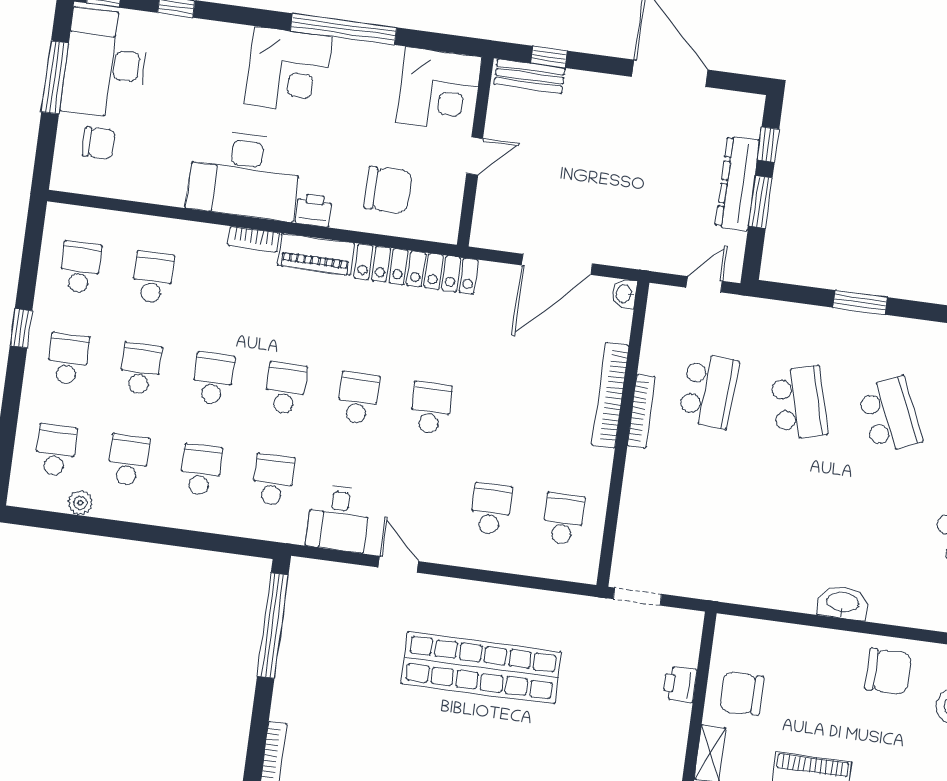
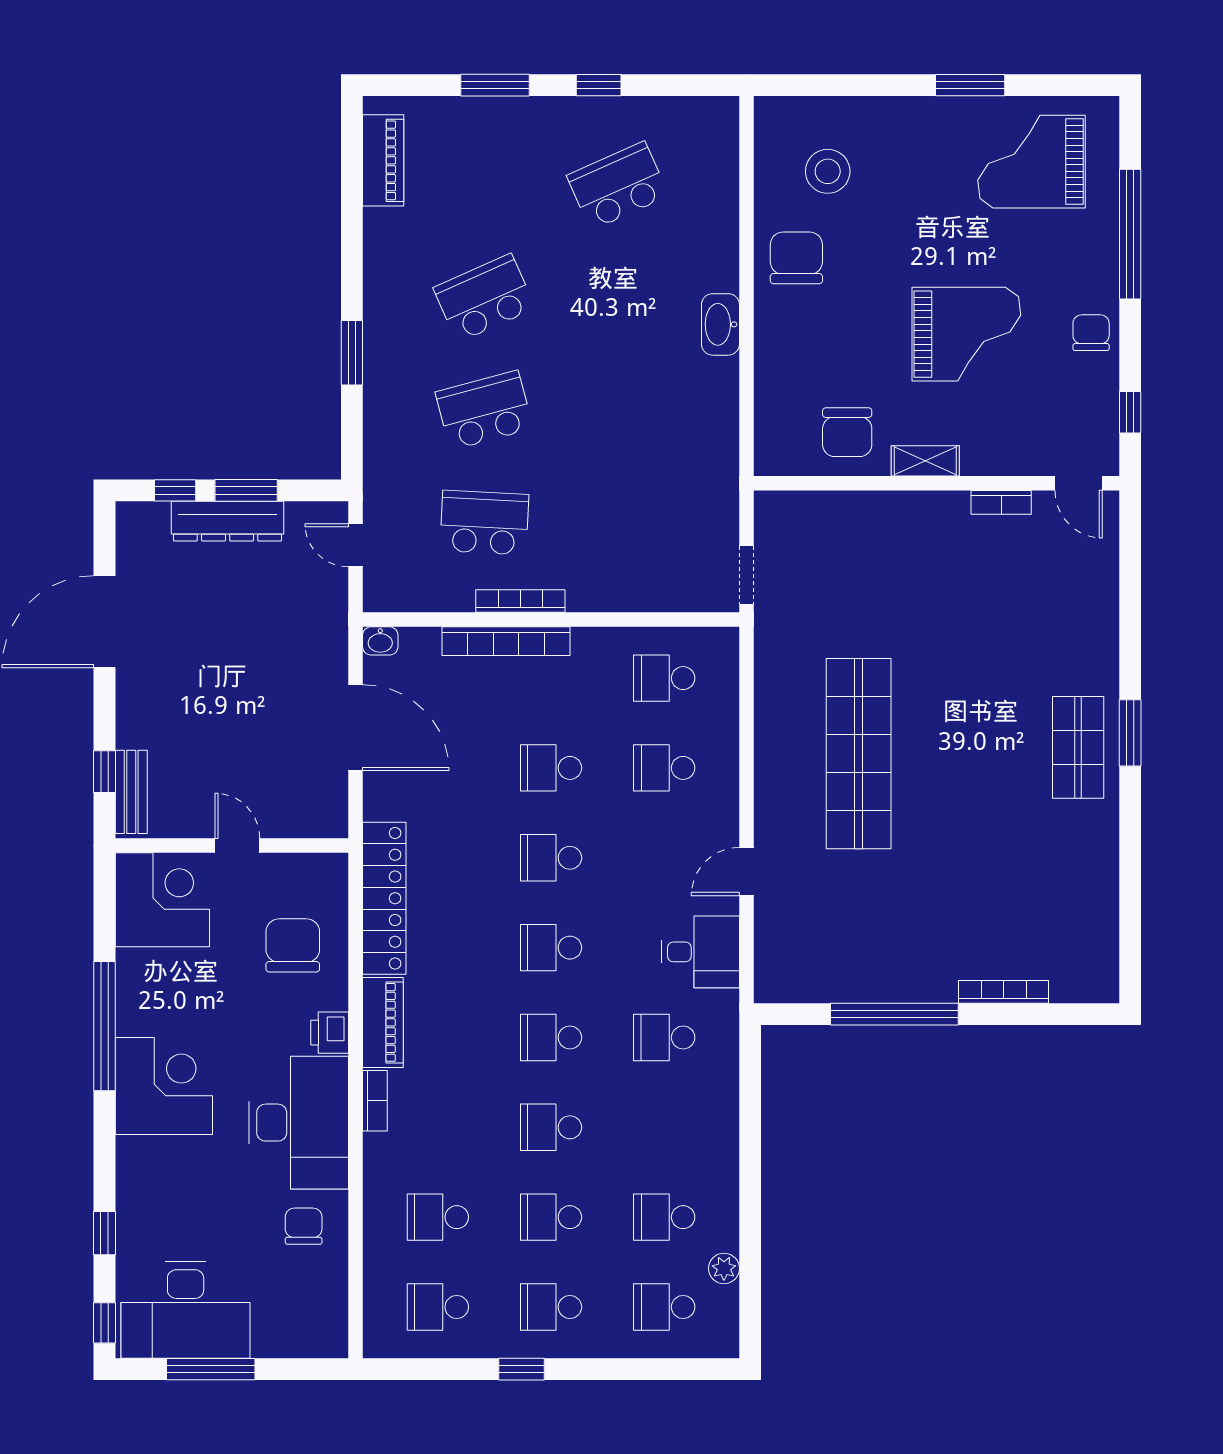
chair: (99, 143) -> (304, 1226), moved
school desk: (201, 470) -> (551, 768), moved
window: (273, 626) -> (894, 1014), moved
printer: (680, 684) -> (846, 509), removed

